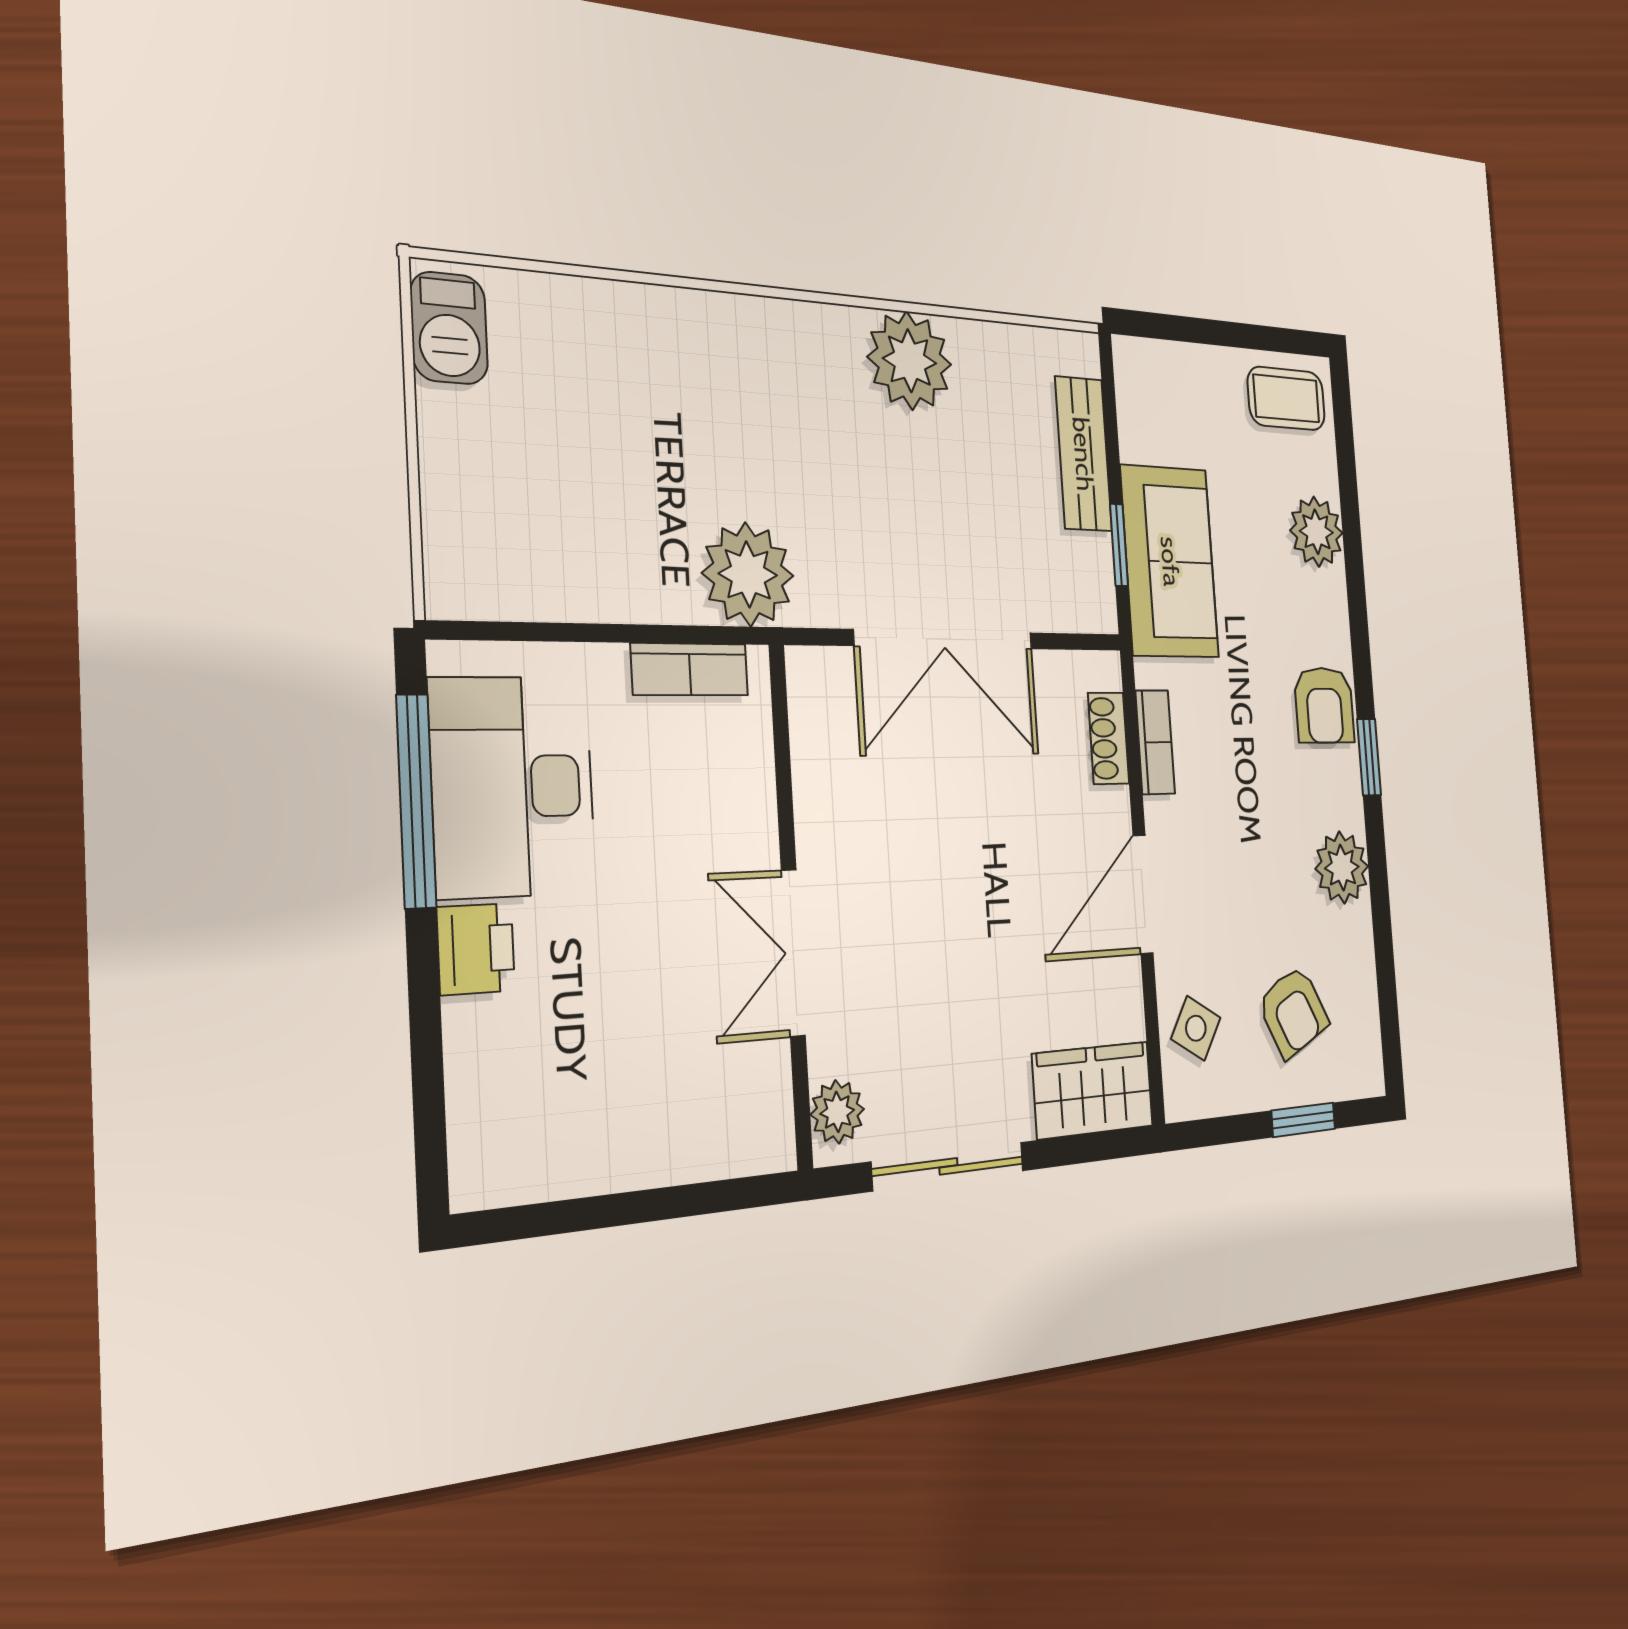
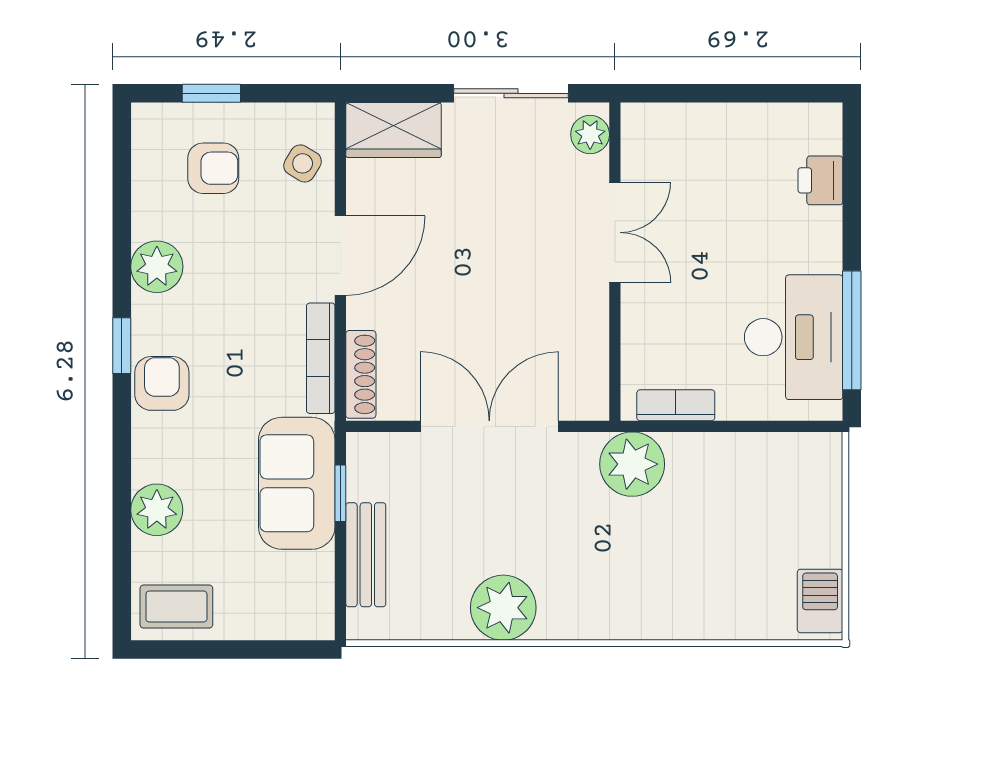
shoe rack: (1108, 738) -> (361, 374), width x1.43
bookcase: (1155, 742) -> (321, 358), width x1.56
printer: (476, 949) -> (820, 180), moved
armchair: (1293, 1012) -> (213, 168), turned 117

